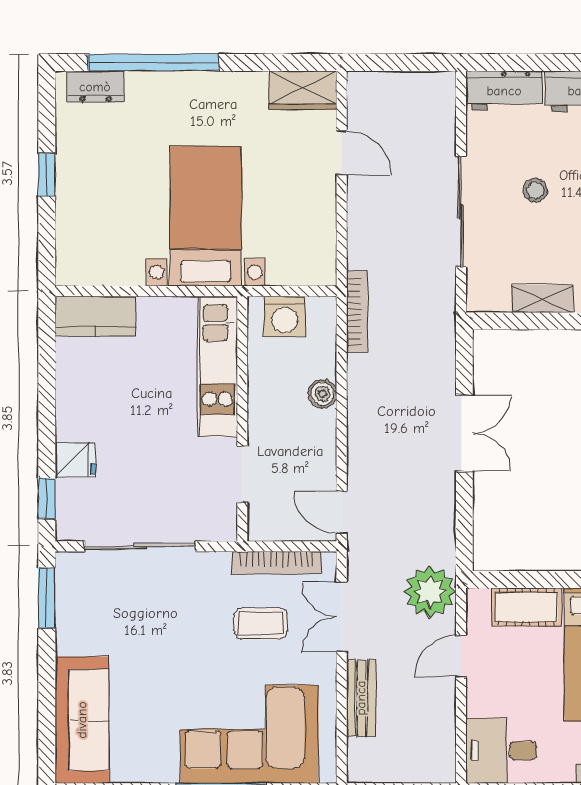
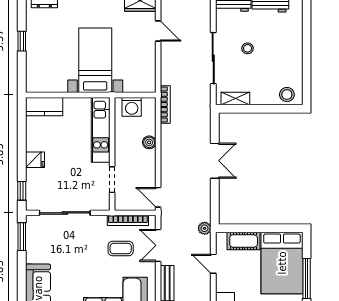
shelving: (543, 299) -> (235, 99), moved
fridge: (75, 460) -> (35, 160), moved
plant: (430, 592) -> (205, 228), width x0.53, depth x0.53
door: (461, 656) -> (213, 264), hinge flipped

